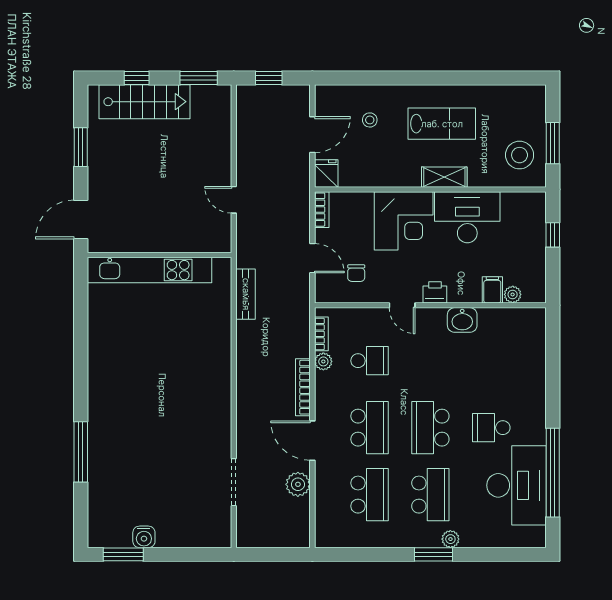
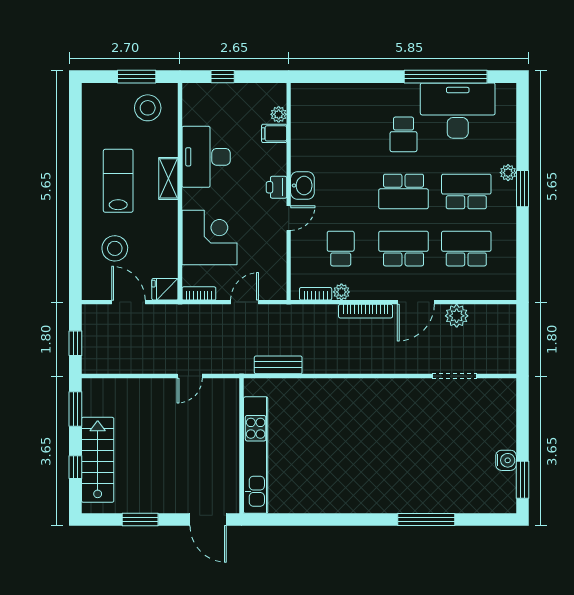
stool: (370, 120) -> (115, 248), width x1.89, depth x1.89
corner desk: (404, 221) -> (209, 237), moved
chair: (356, 273) -> (258, 261), removed
washbasin: (462, 320) -> (302, 185), moved

